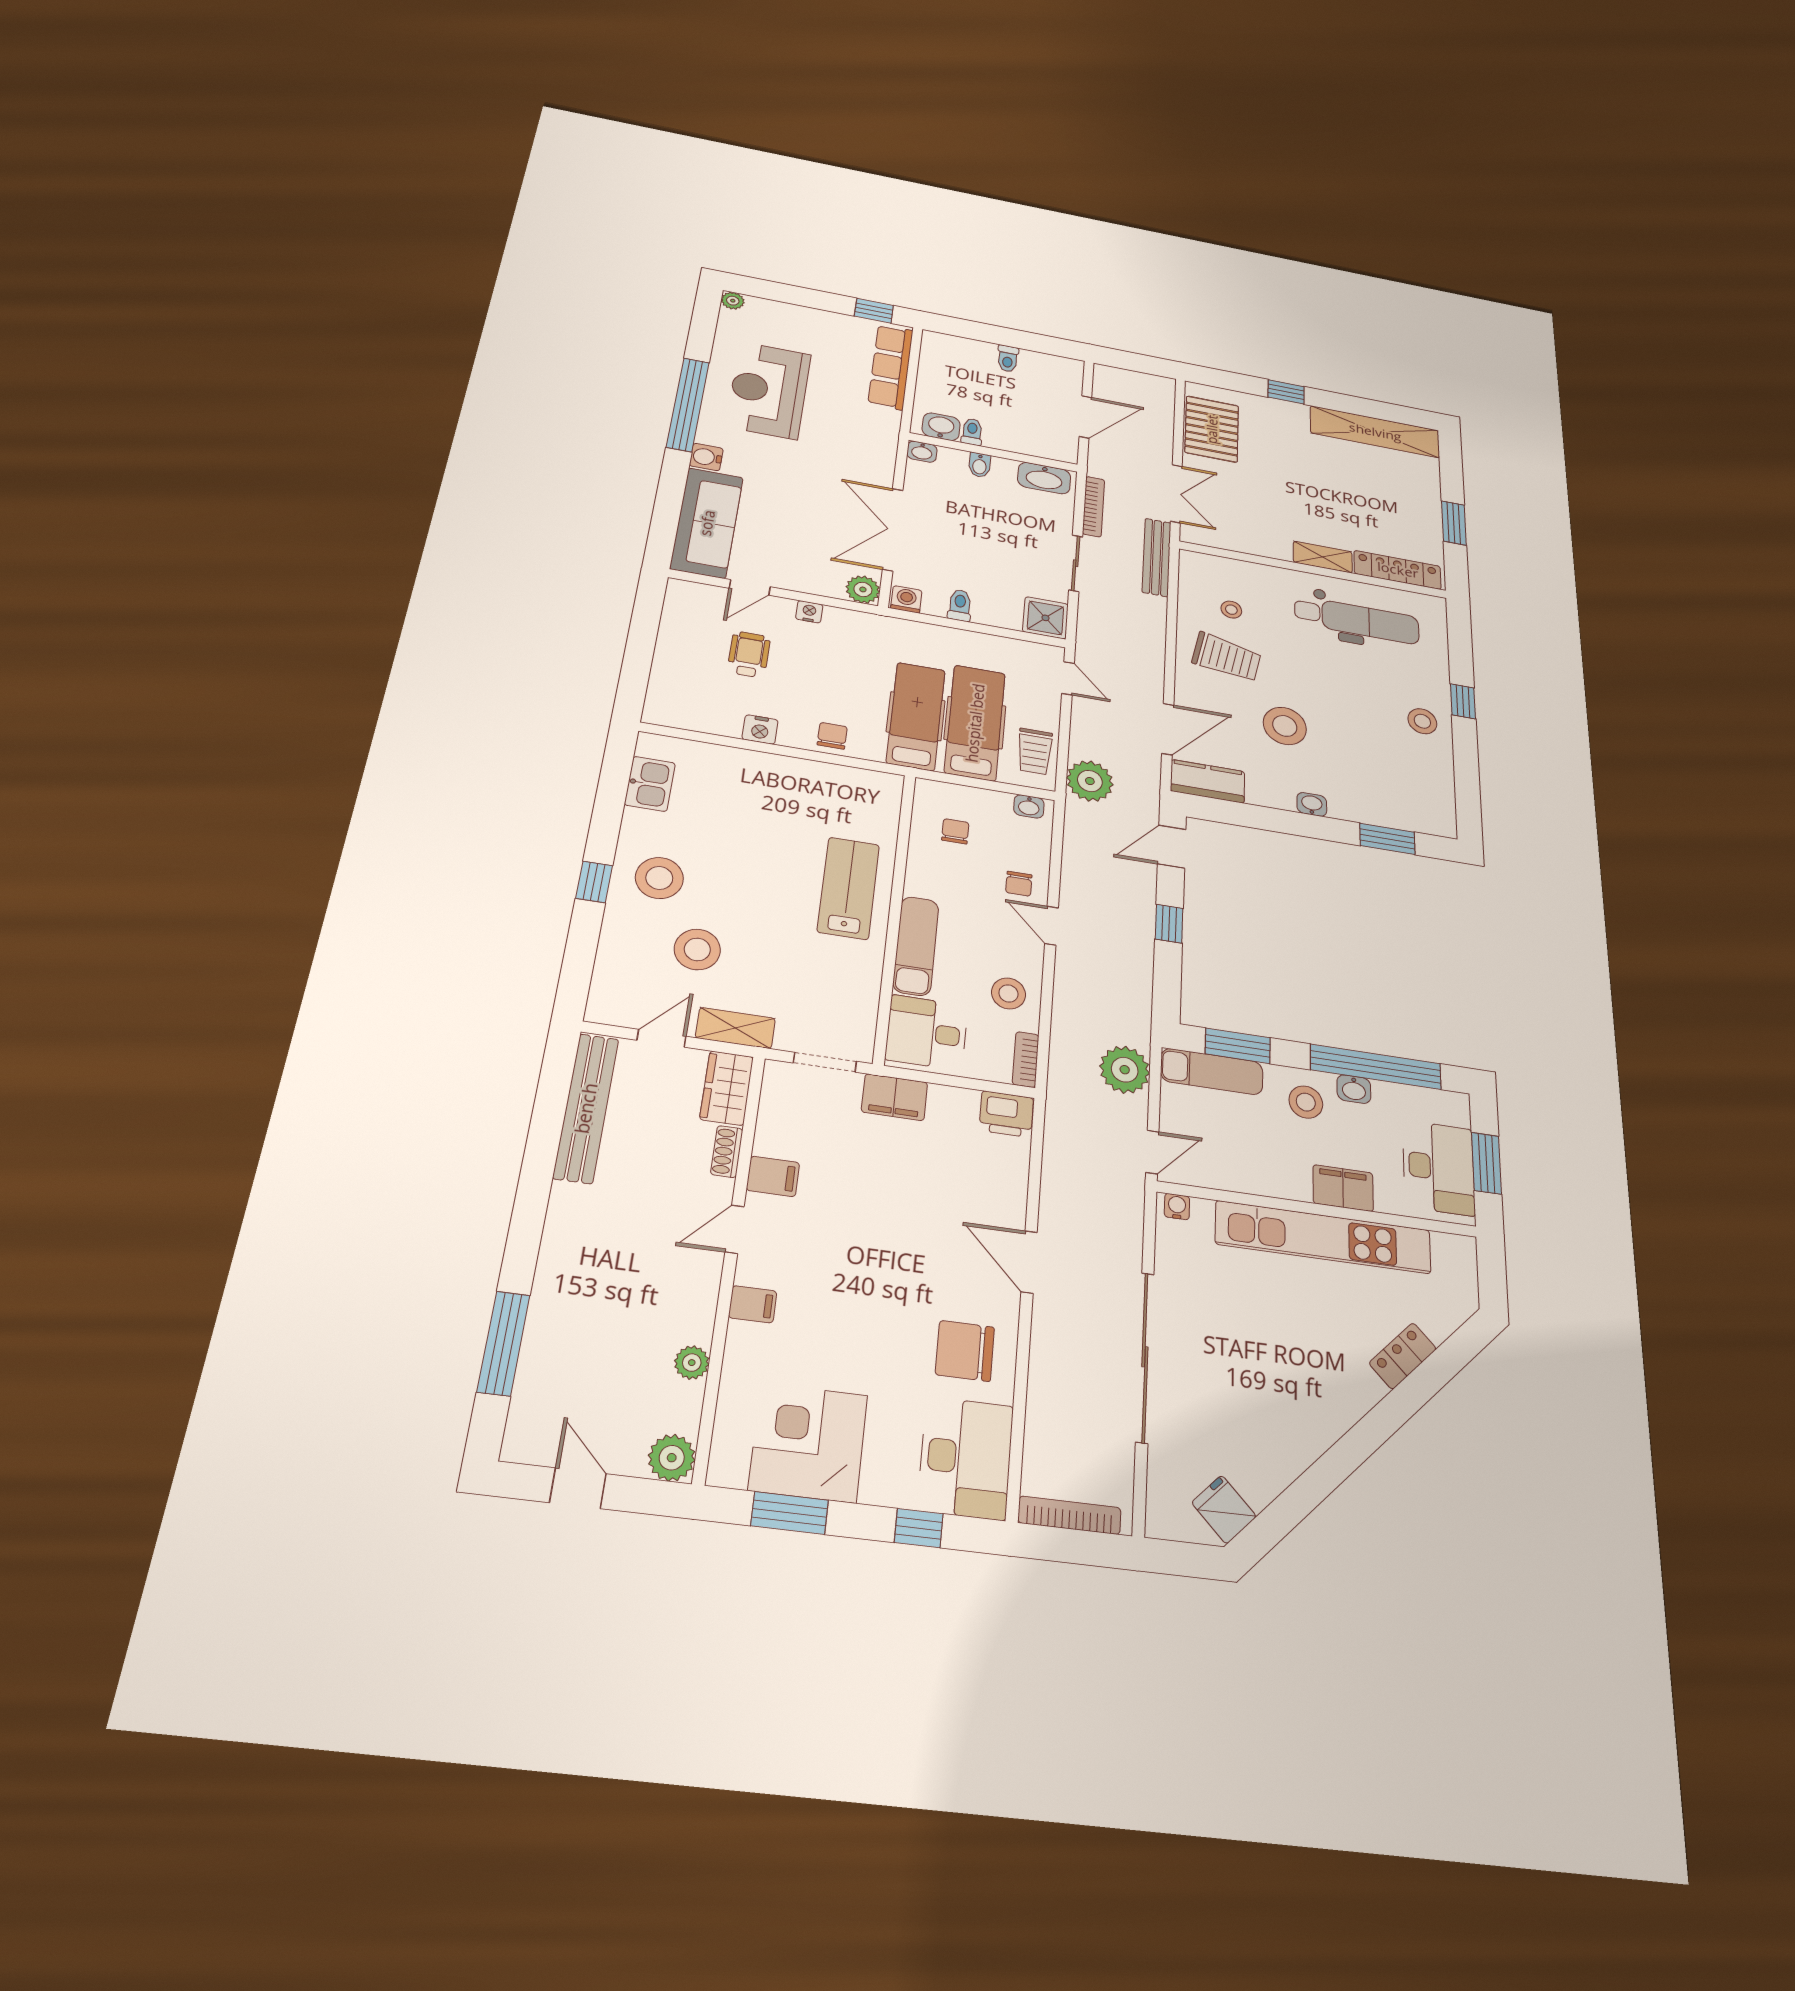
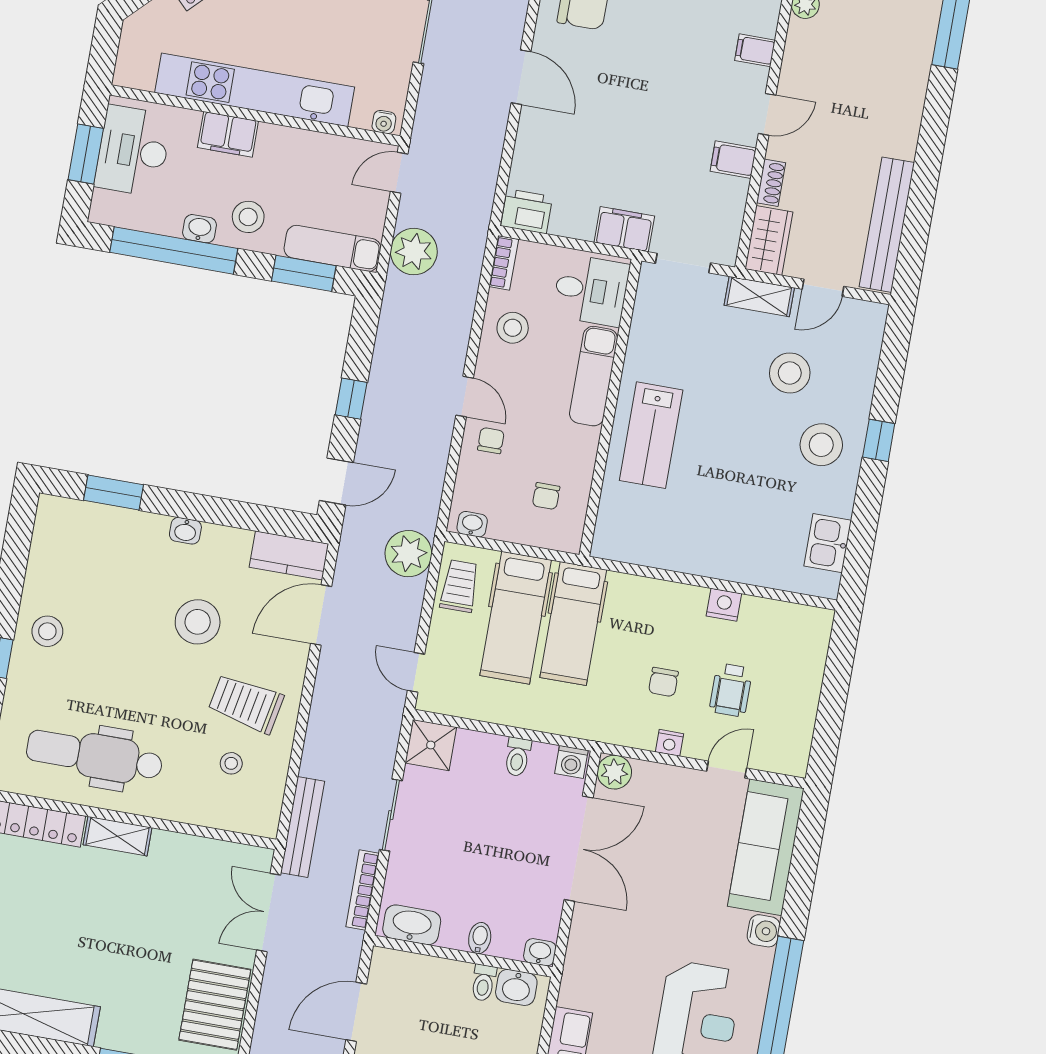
chair: (832, 736) -> (663, 682), moved

